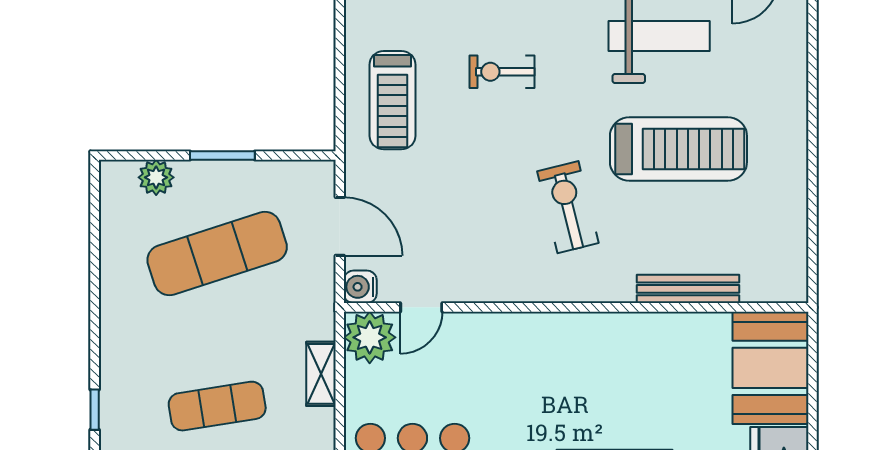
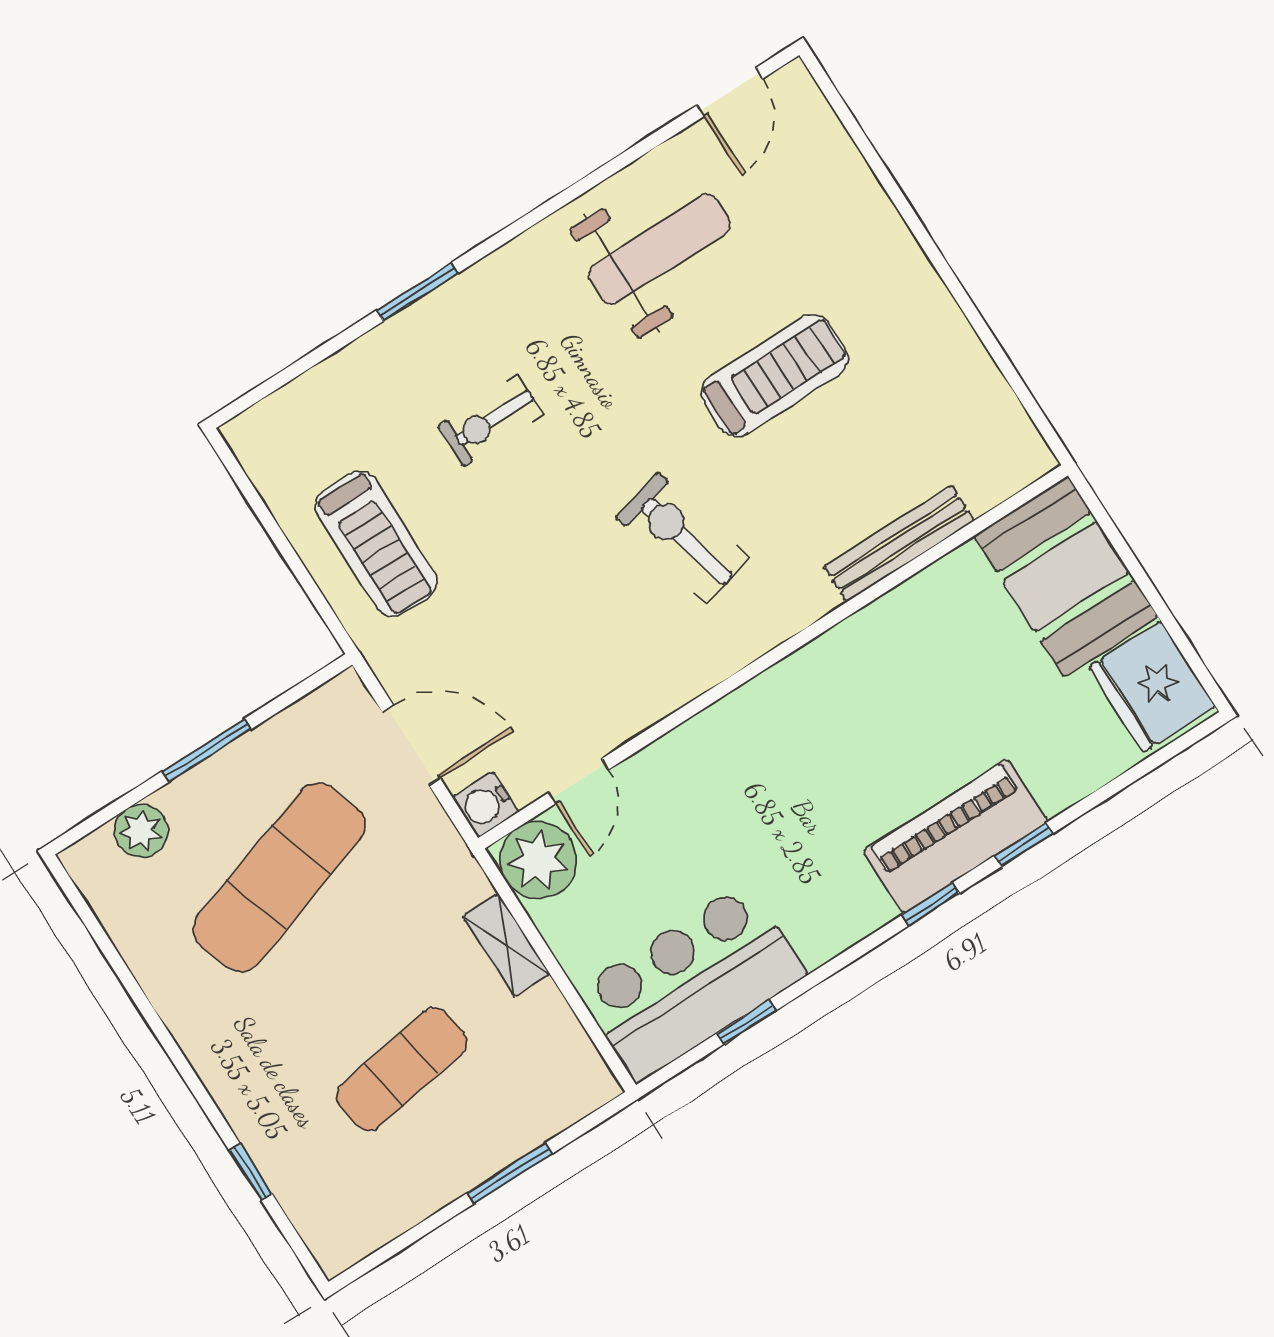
treadmill: (678, 149) -> (775, 376), width x0.73, depth x0.73

